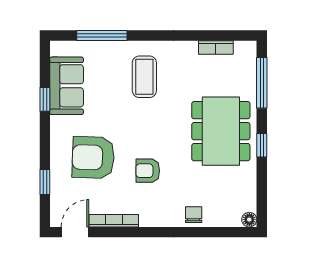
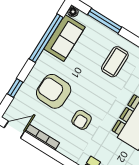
floor lamp: (57, 48) -> (73, 12), added
window: (45, 99) -> (46, 38), width x3.17
armchair: (148, 171) -> (82, 120), turned -90

